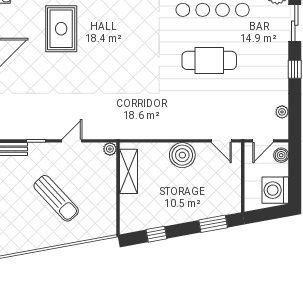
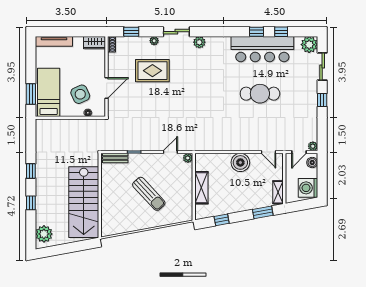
rug: (61, 29) -> (152, 71), turned 90
plant: (282, 112) -> (313, 146), moved
door: (72, 141) -> (170, 152), moved
shelving: (128, 171) -> (201, 188), moved
shelving: (234, 196) -> (278, 192), added

